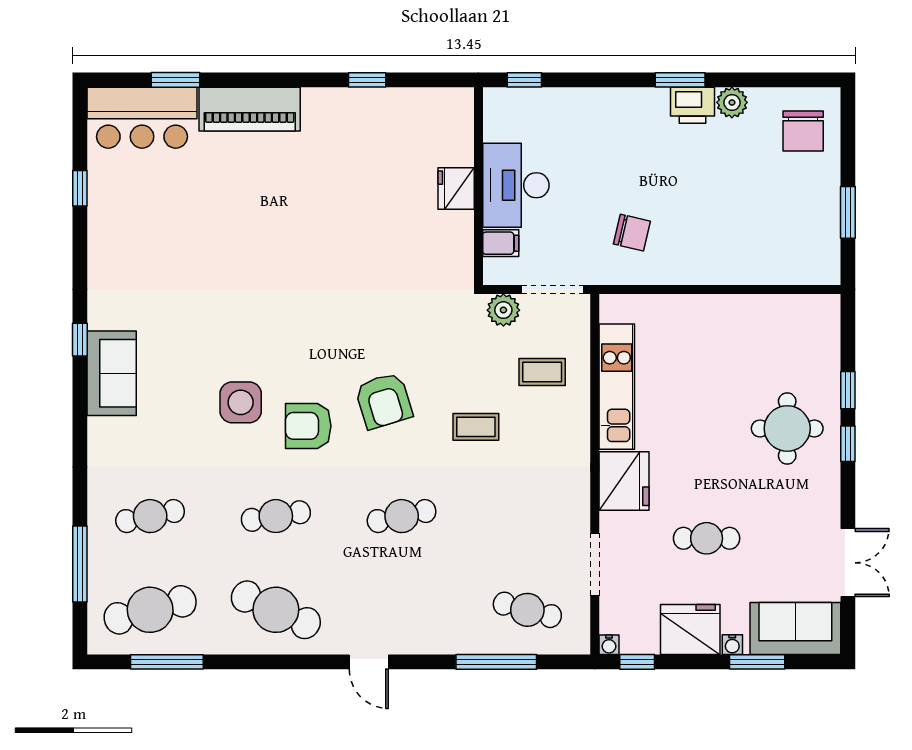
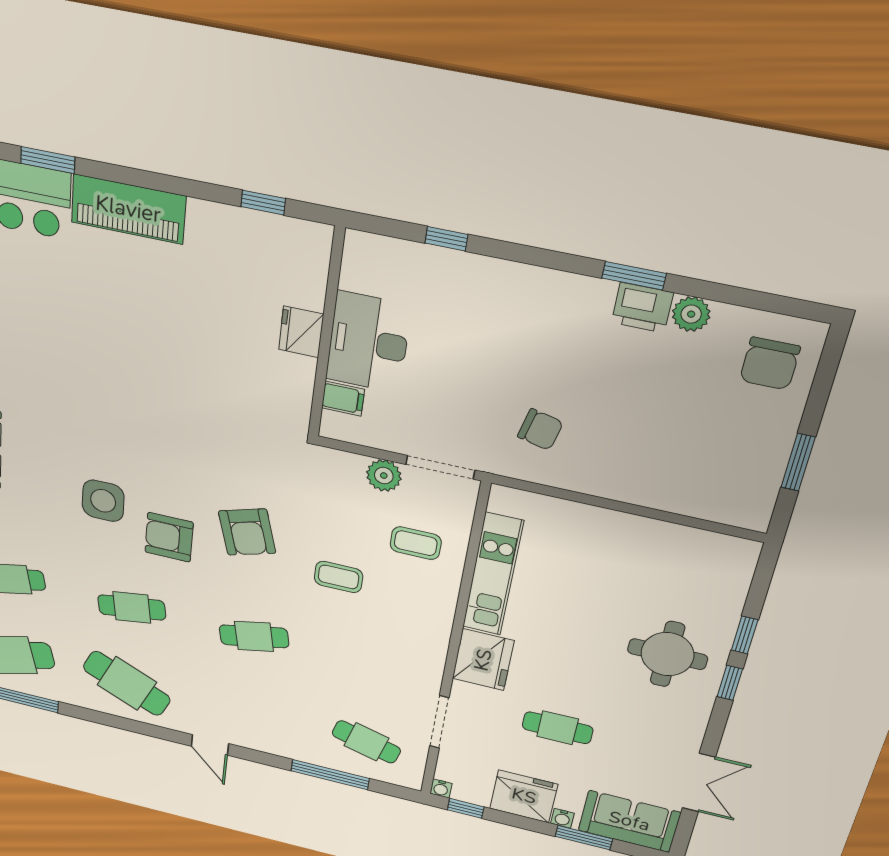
desk: (516, 185) -> (368, 342), moved
wall: (478, 186) -> (326, 335), moved
fridge: (456, 188) -> (301, 332), moved
filing cabinet: (501, 243) -> (343, 399), moved

